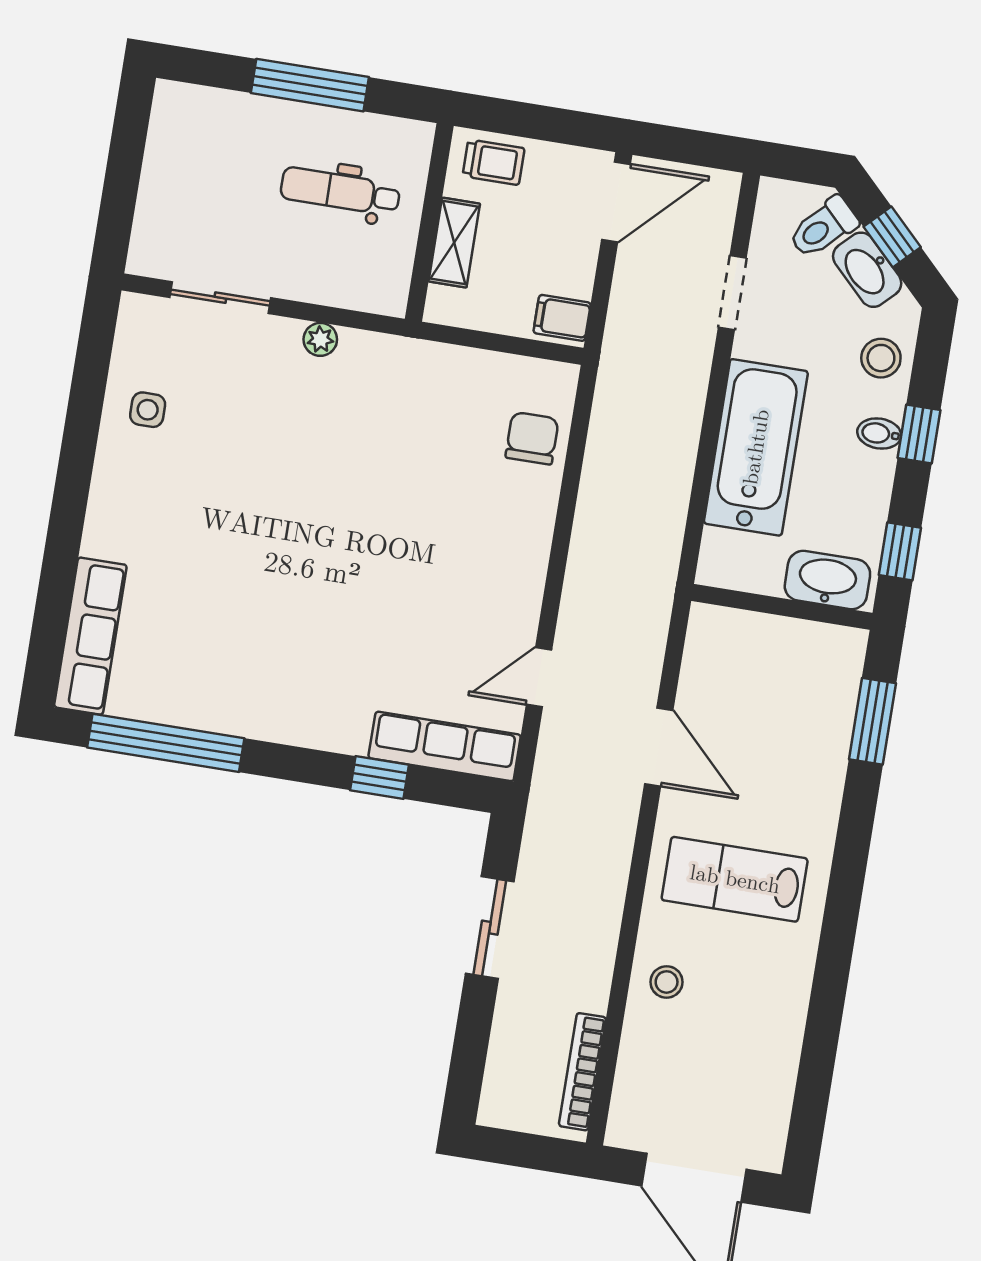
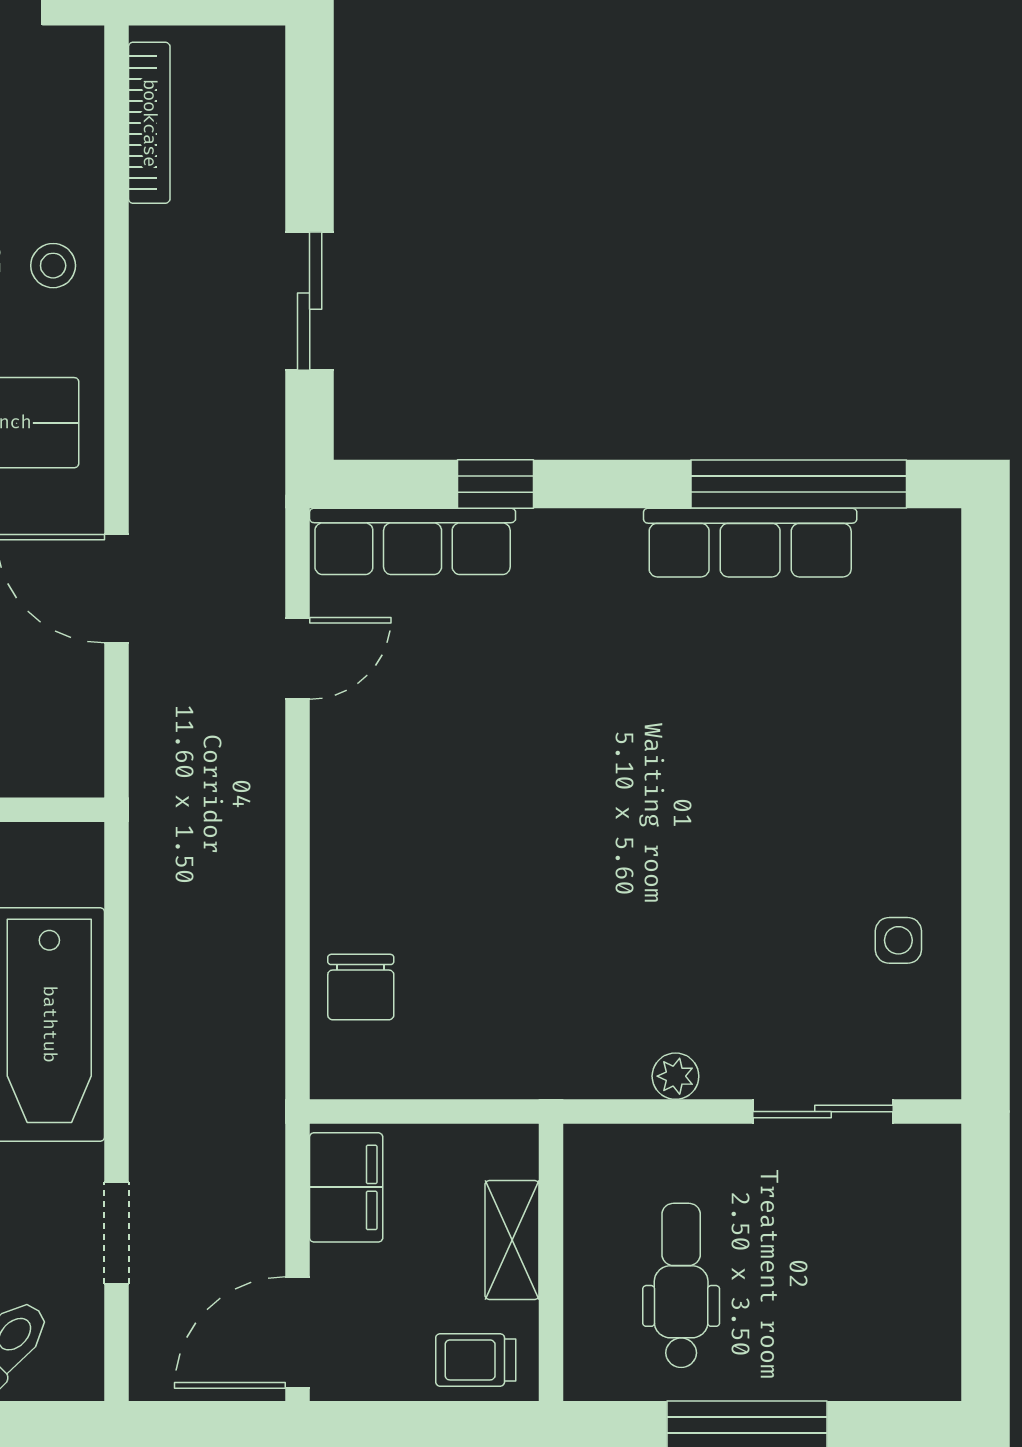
dental chair: (340, 191) -> (681, 1285), turned -90
filing cabinet: (562, 318) -> (346, 1187), width x2.00
row of seats: (90, 636) -> (750, 543), moved, turned -90

